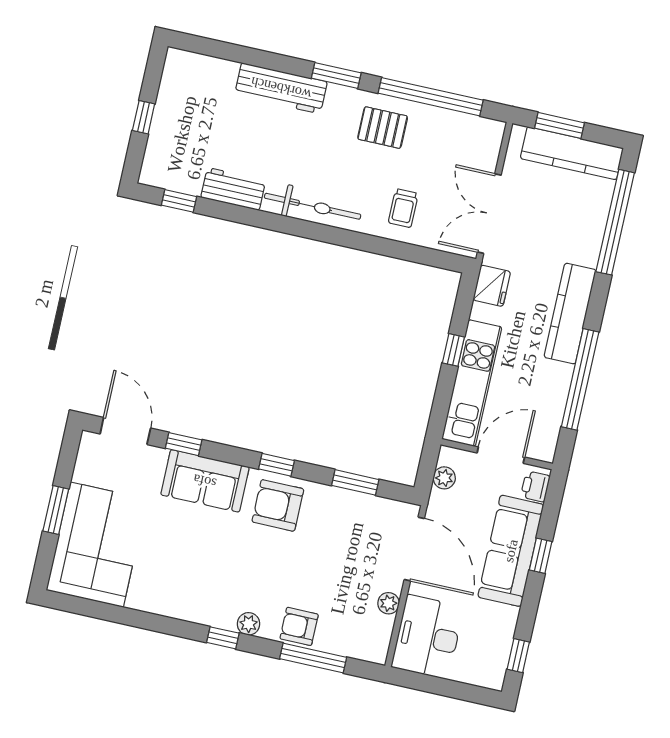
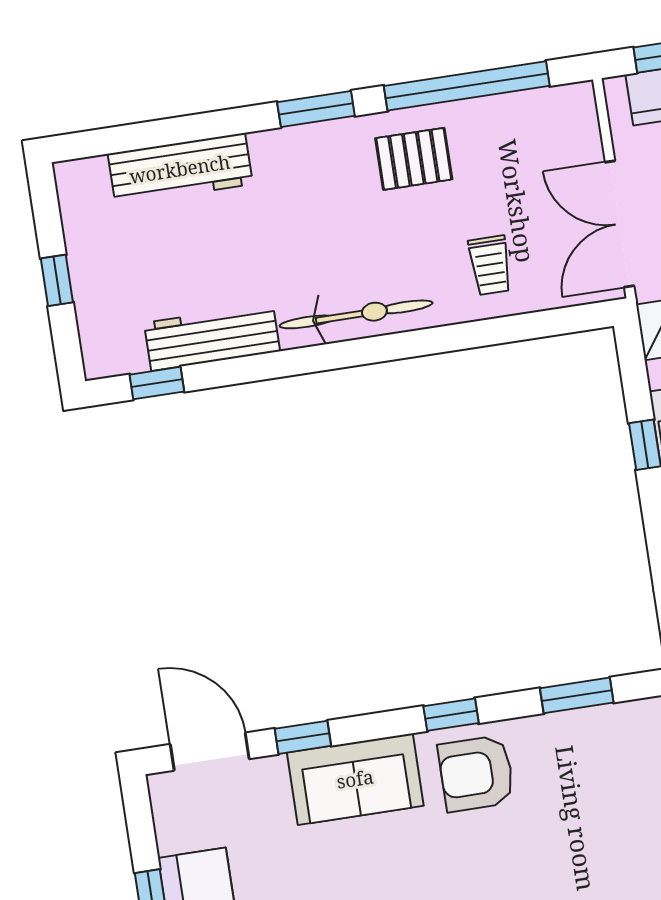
workbench: (281, 88) -> (180, 169), moved
workbench: (233, 189) -> (212, 337), width x1.38

